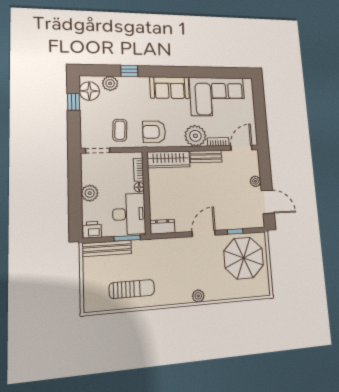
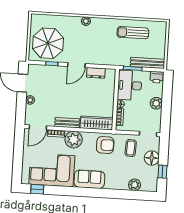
window: (129, 71) -> (37, 189), moved
floor lamp: (89, 91) -> (152, 158), moved
dresser: (162, 227) -> (96, 73), moved

